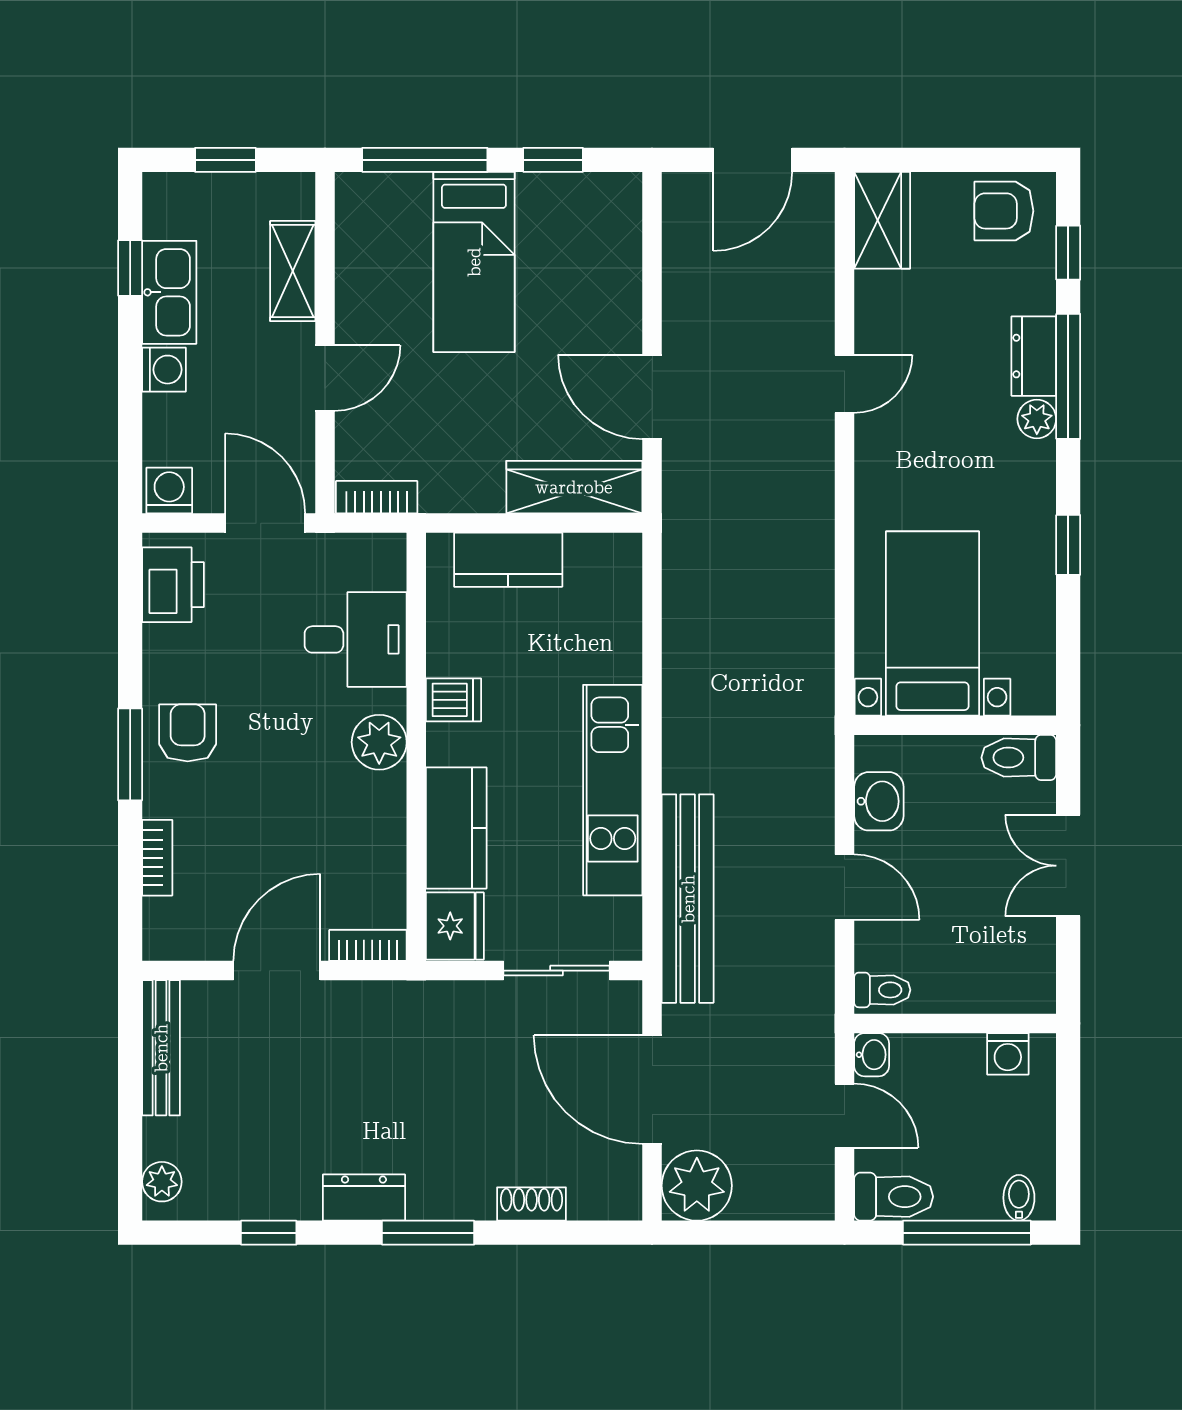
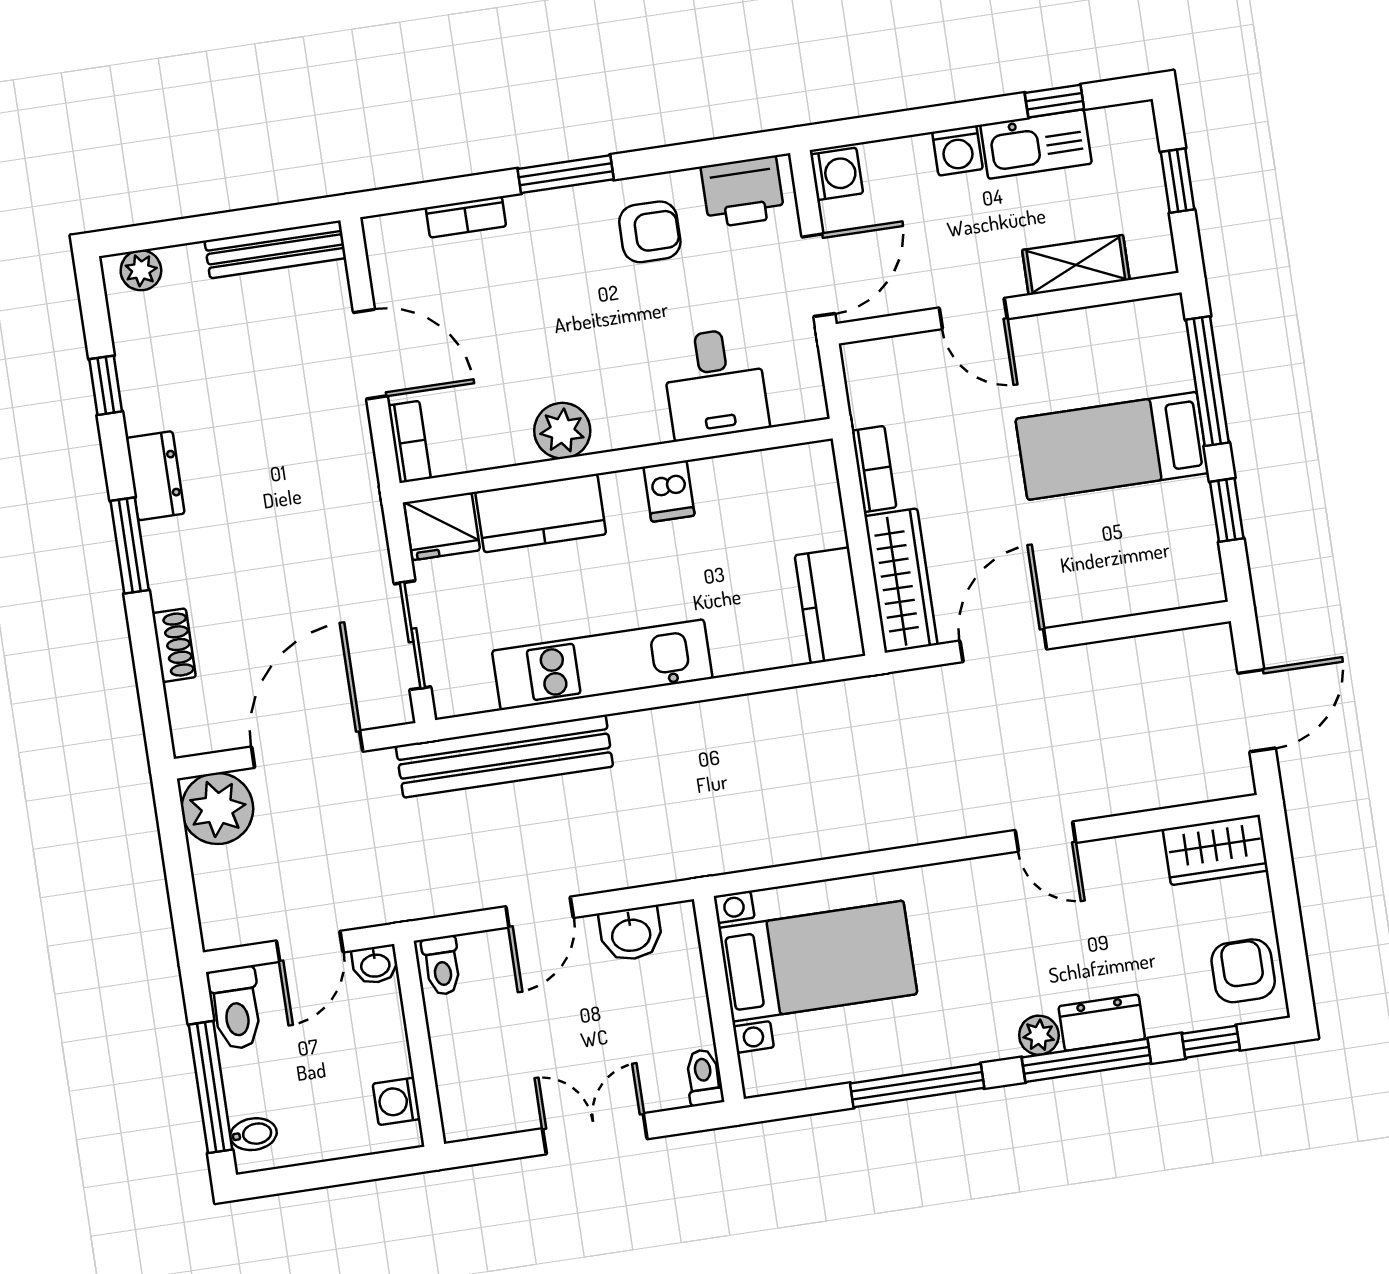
door: (753, 160) -> (1257, 711), swing flipped
bookcase: (377, 497) -> (874, 469), moved
window: (1068, 545) -> (917, 1086), width x2.17
kitchen counter: (508, 560) -> (830, 605), moved
armchair: (188, 733) -> (650, 232), moved
plant: (379, 742) -> (562, 431), moved
toilet: (1019, 758) -> (704, 1077), width x0.73, depth x0.72

